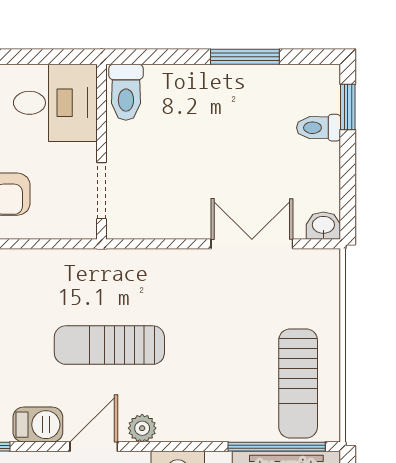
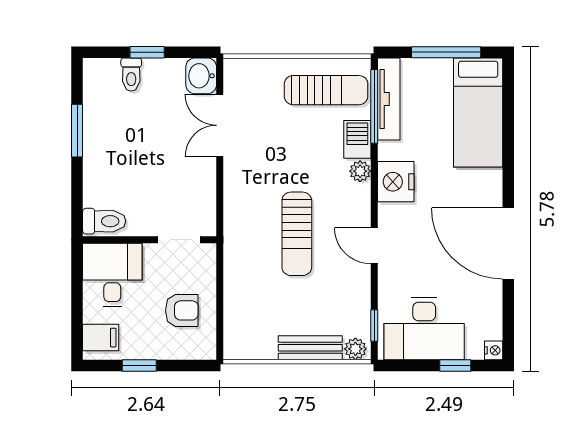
window: (348, 107) -> (147, 52), moved
washbasin: (323, 226) -> (201, 76), width x1.38, depth x1.45
barbecue: (38, 425) -> (357, 139), moved
plant: (142, 428) -> (360, 171), moved

